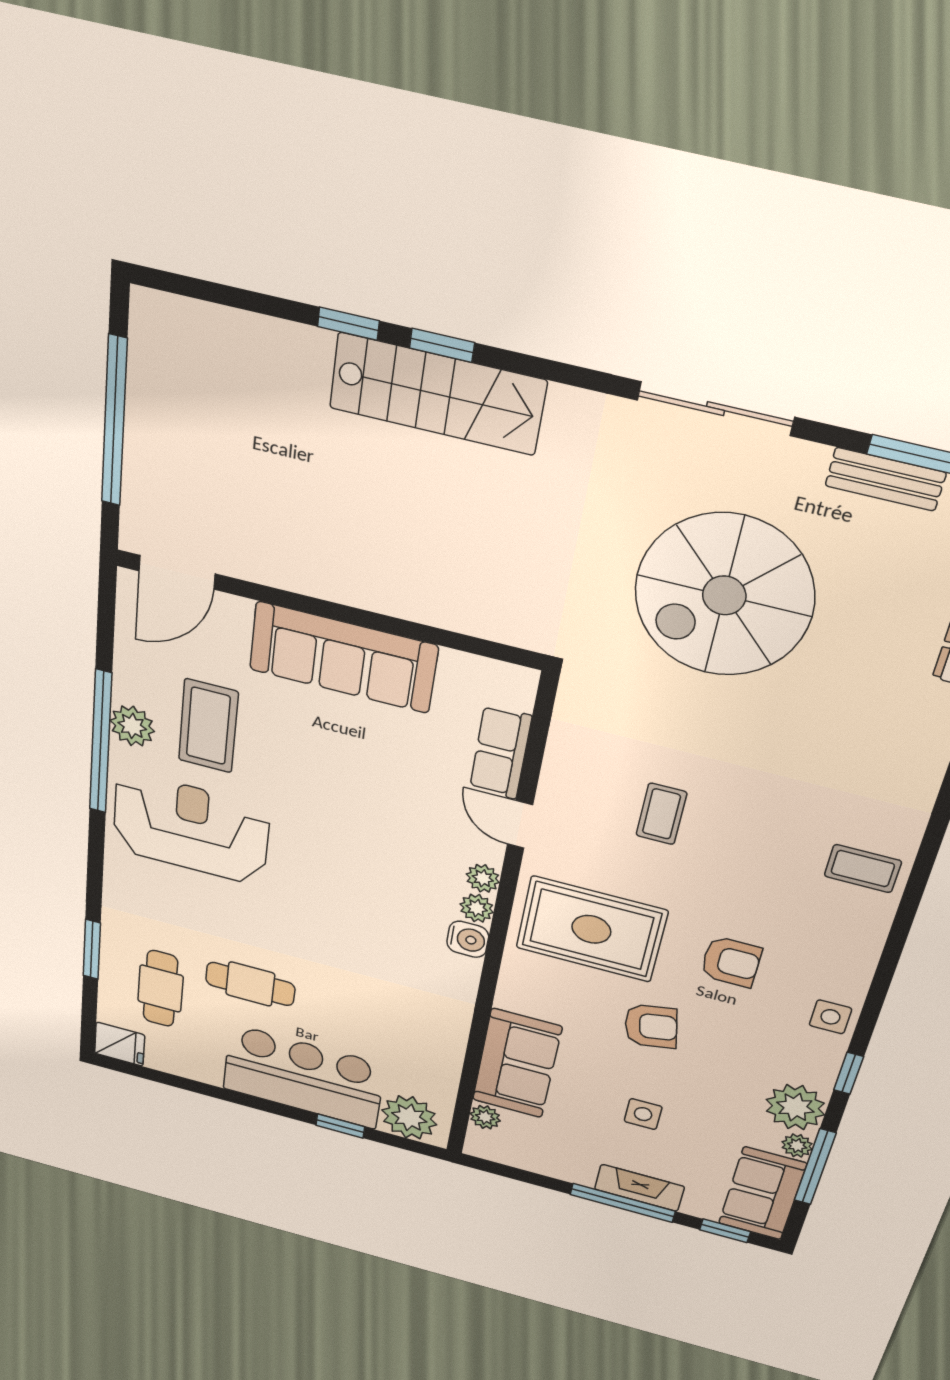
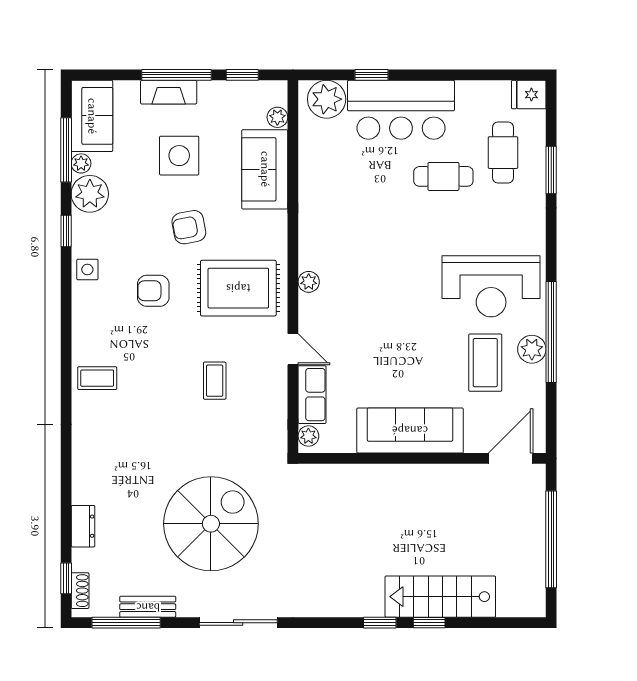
stairs: (437, 394) -> (440, 597), moved
plant: (483, 878) -> (308, 436), moved
water cooler: (468, 939) -> (310, 257), removed
side table: (643, 1114) -> (179, 156), width x1.87, depth x1.87
window: (725, 1231) -> (242, 75), moved

